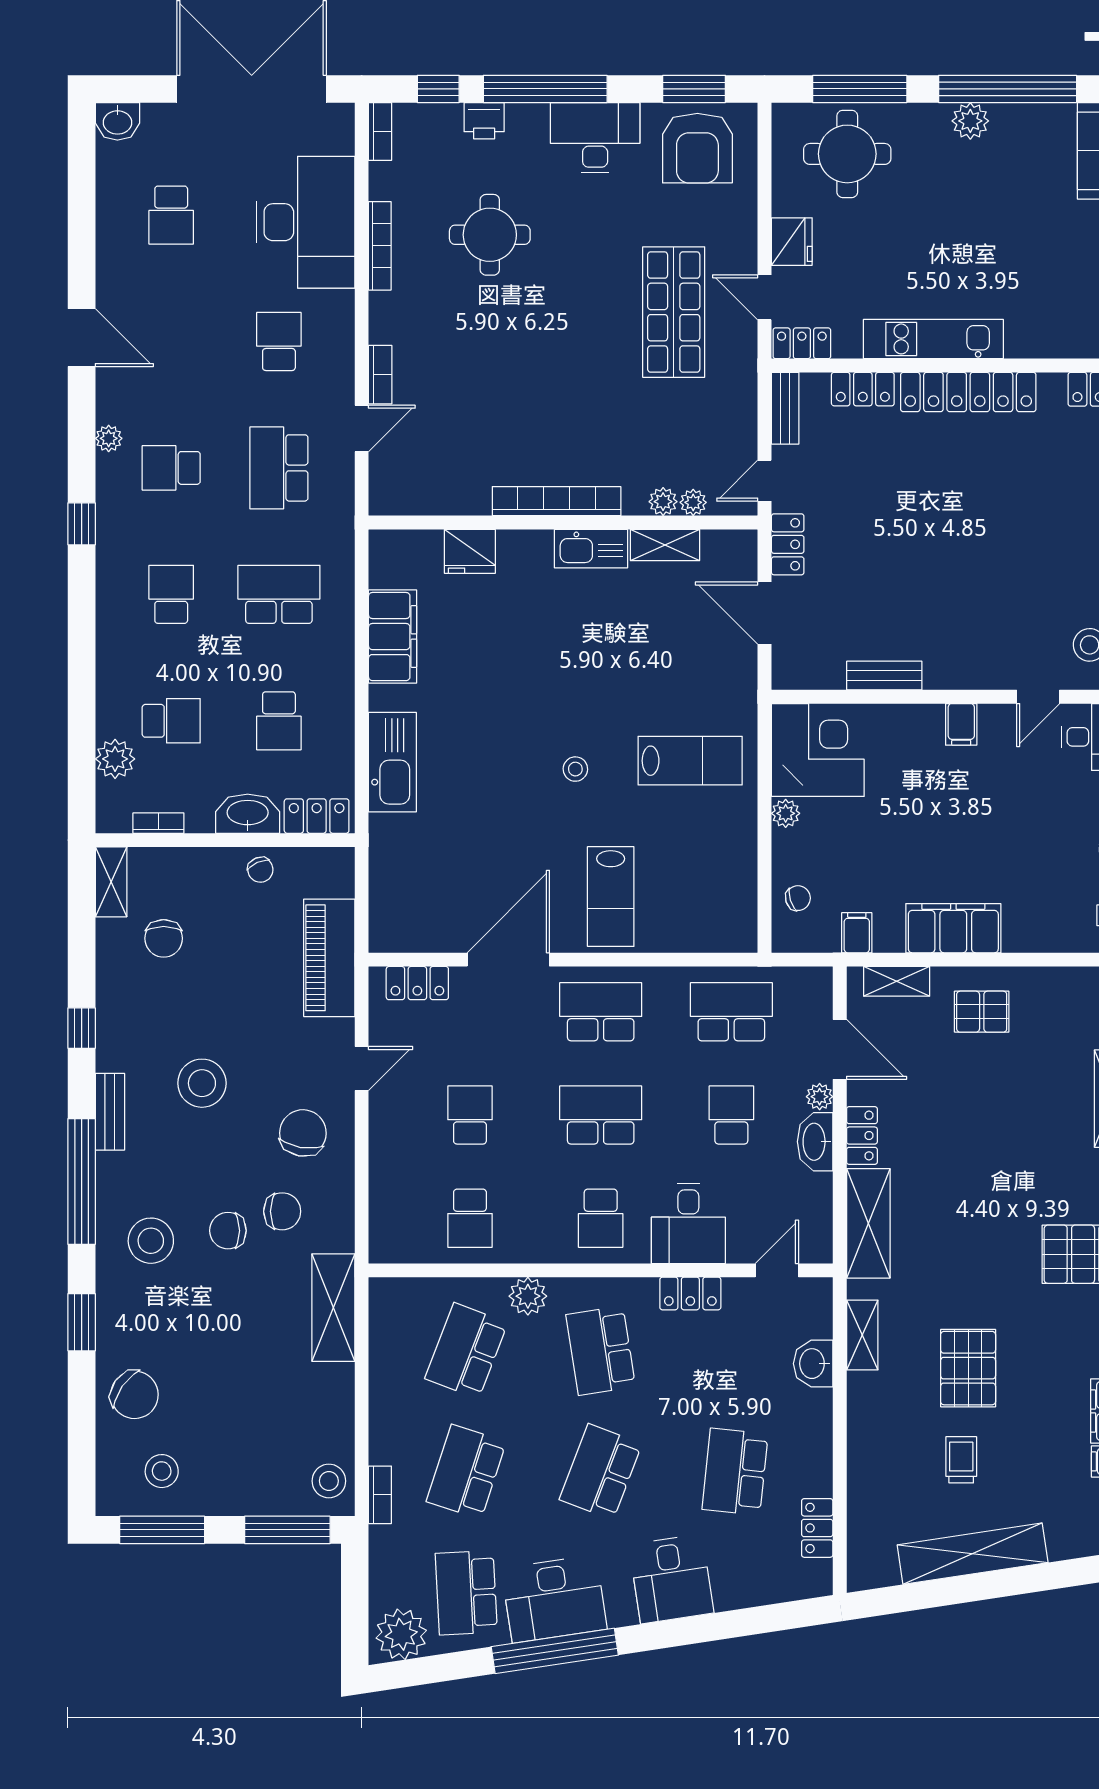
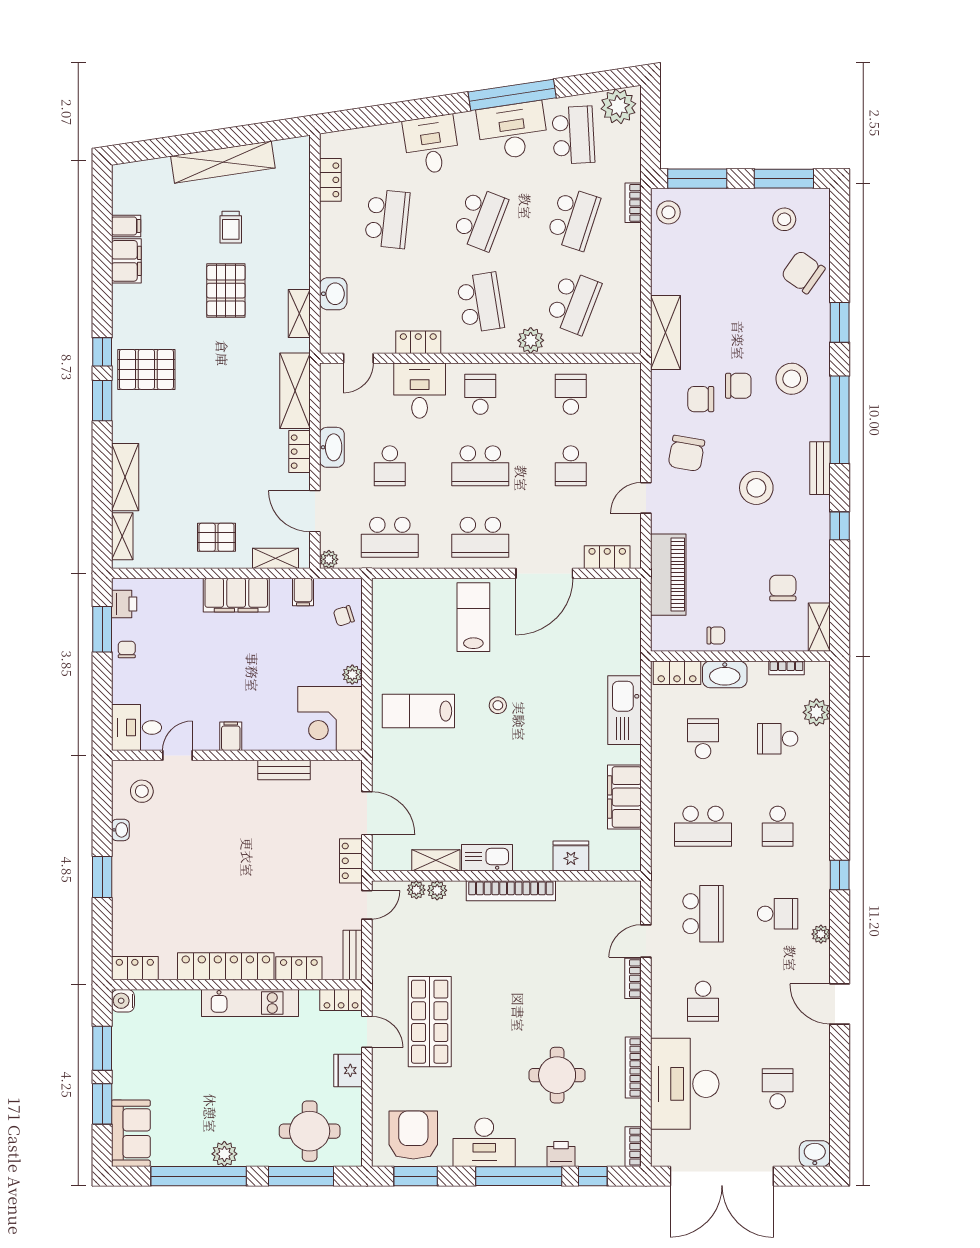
chair: (260, 870) -> (716, 636), turned 114
plant: (820, 1097) -> (329, 559), moved

